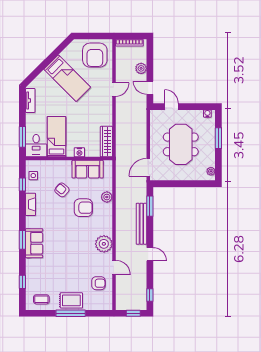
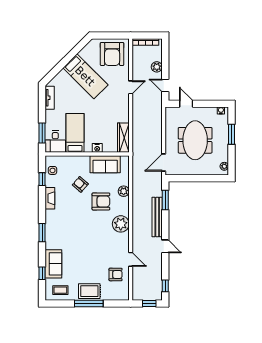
sofa: (34, 243) -> (53, 264), moved
plant: (104, 244) -> (121, 224), moved

